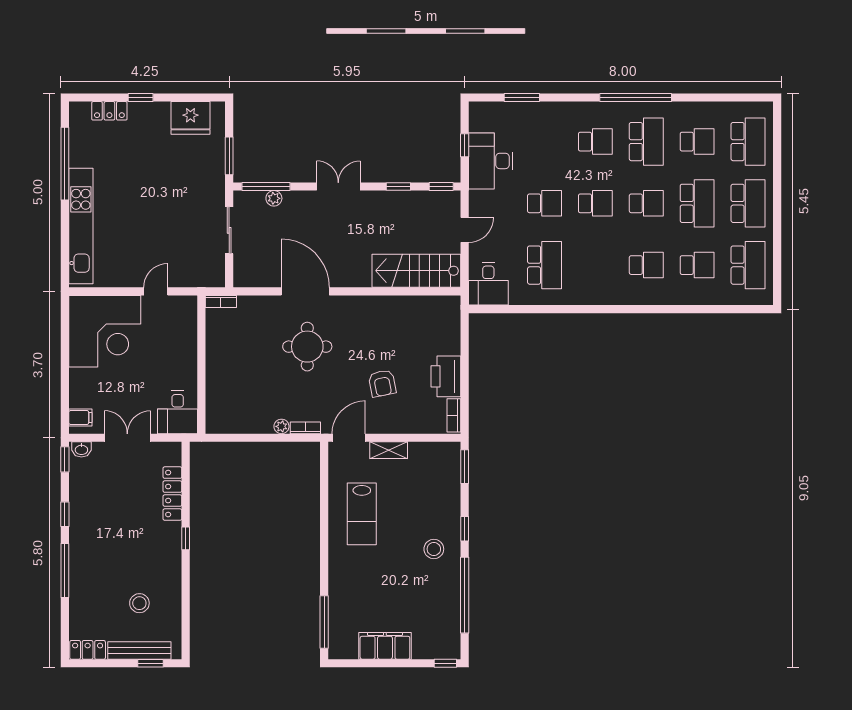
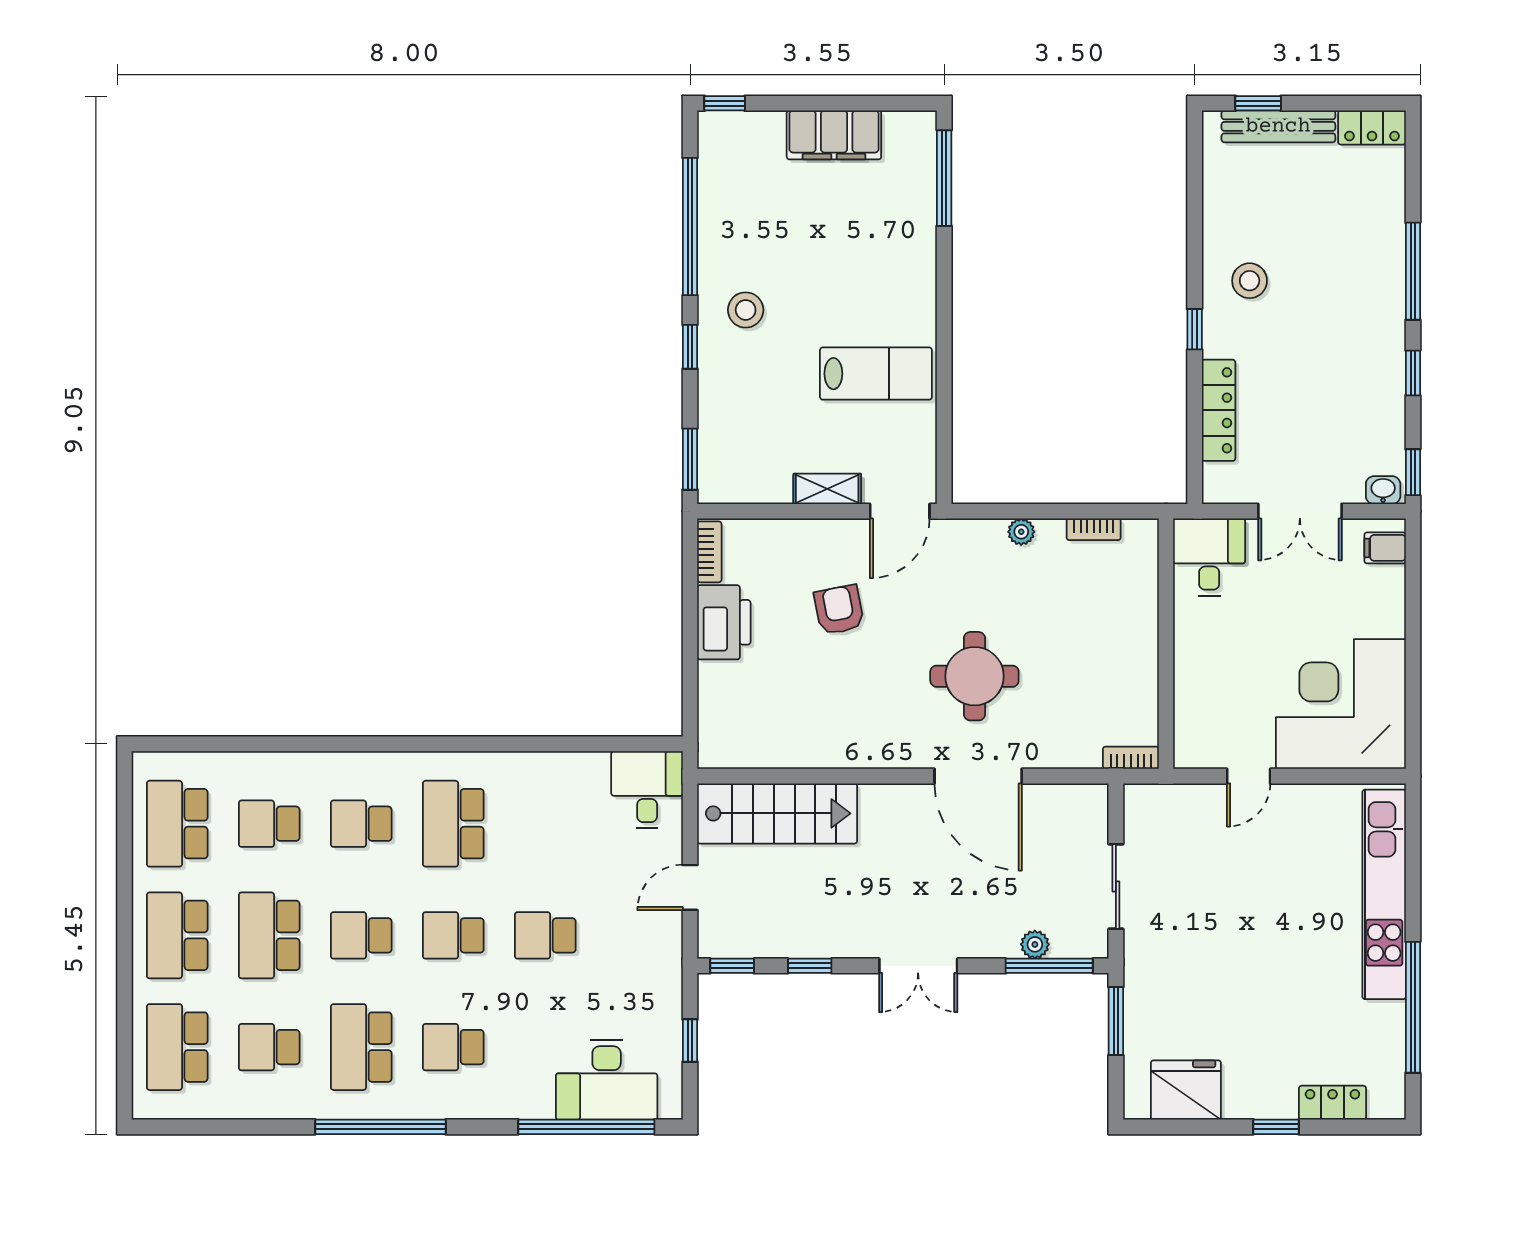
window: (522, 97) -> (586, 1127), width x2.11
desk: (491, 161) -> (607, 1080), moved, turned 90
school desk: (545, 265) -> (453, 824), moved
bookcase: (305, 428) -> (1094, 529), moved
lab bench: (362, 514) -> (876, 374), turned 90
stool: (139, 603) -> (1250, 281), moved

